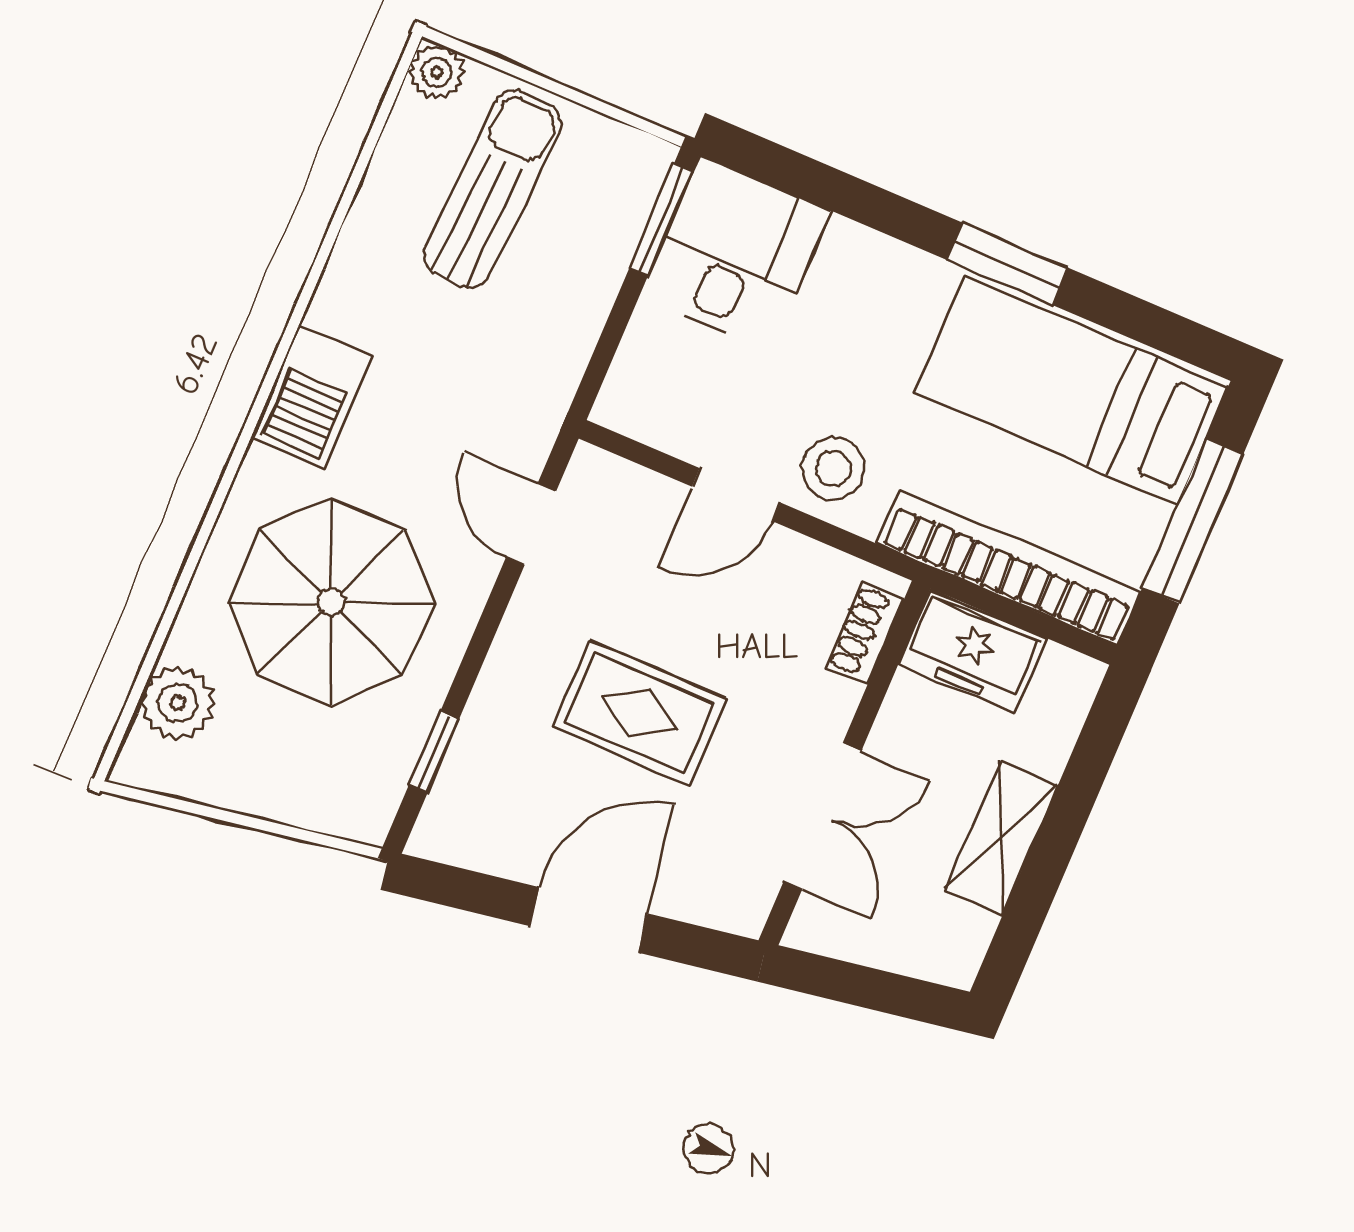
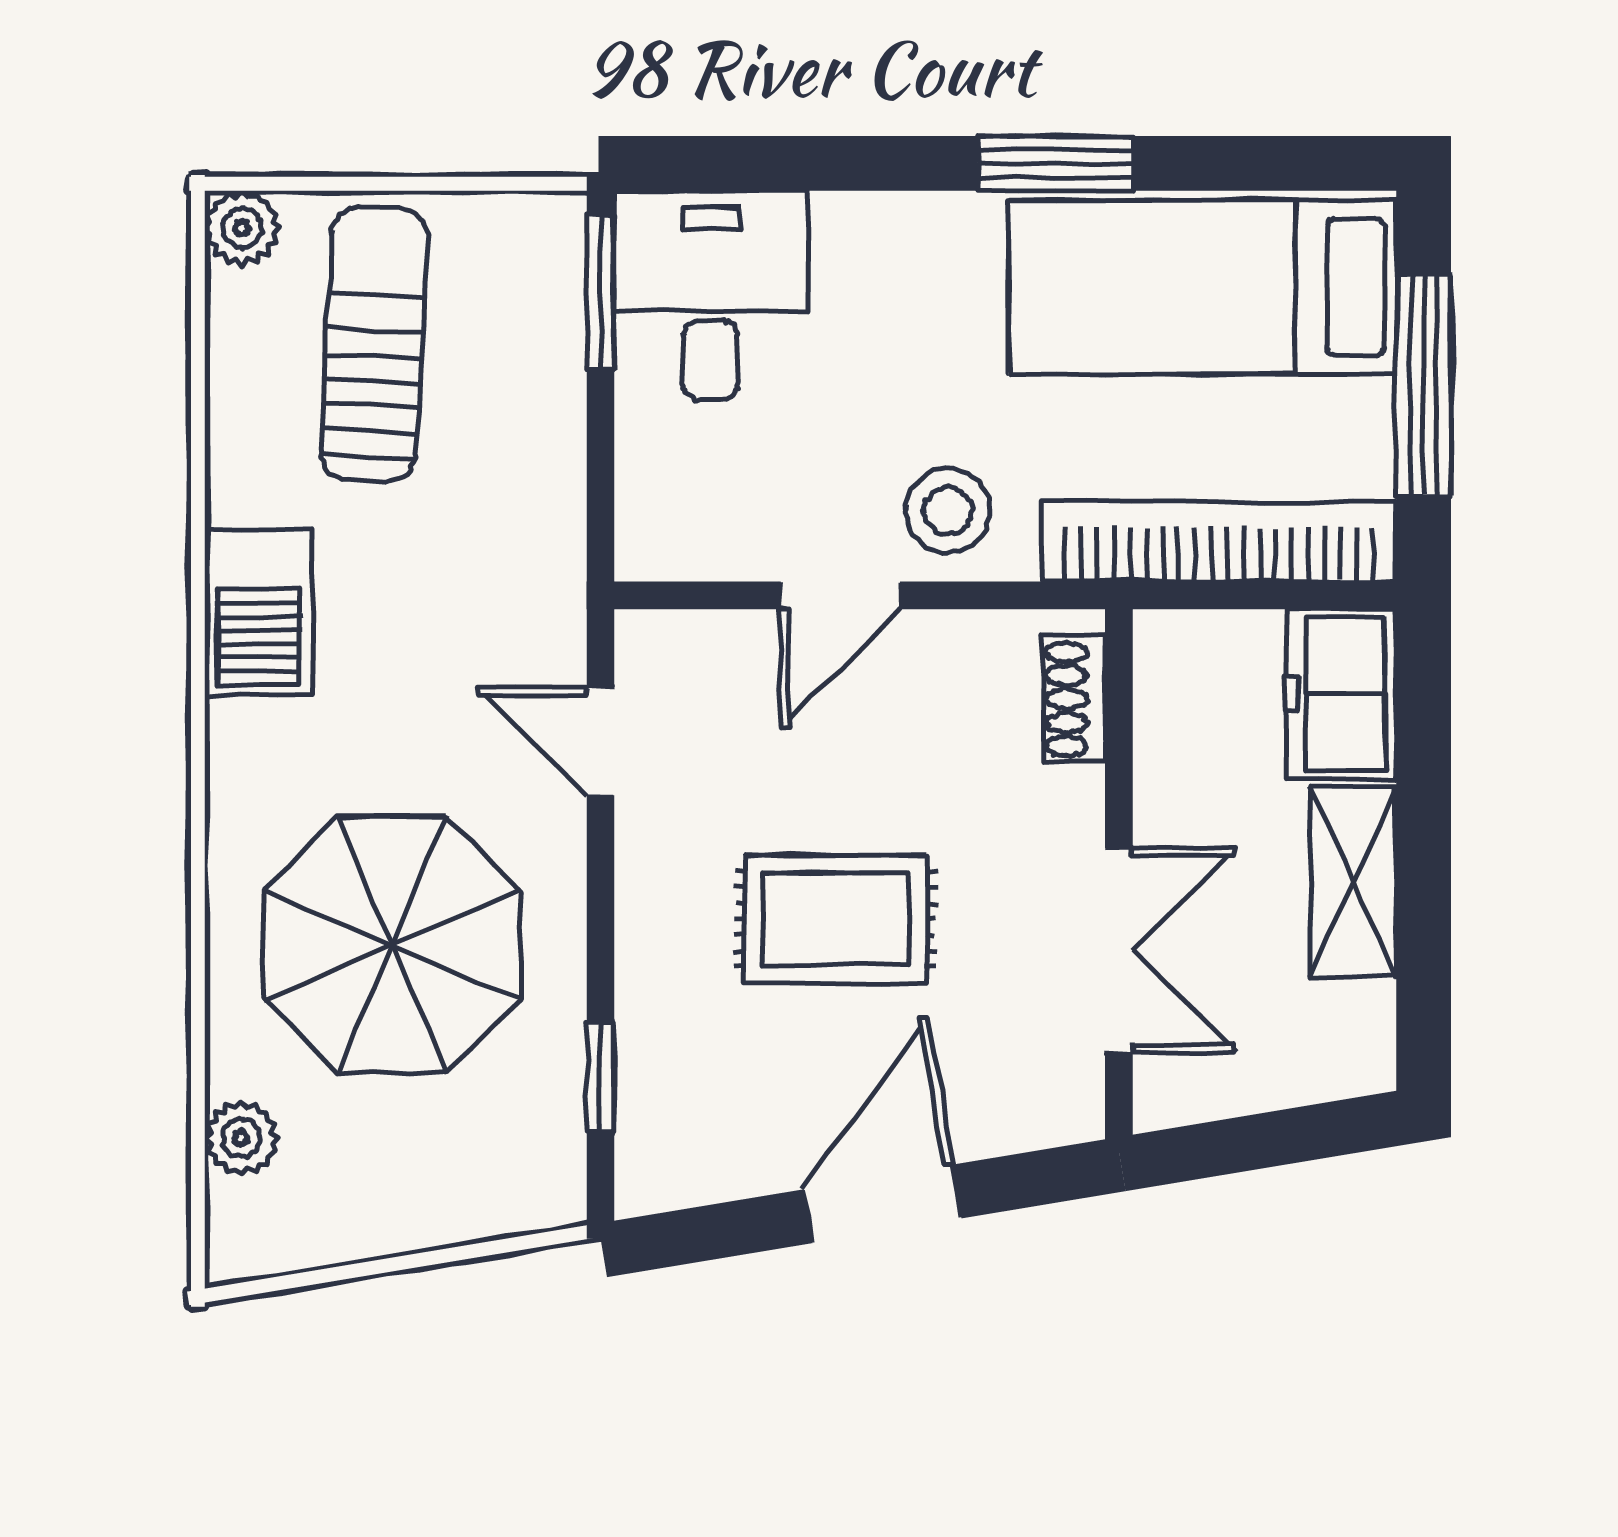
barbecue: (312, 396) -> (259, 612), moved
freezer: (972, 651) -> (1341, 694), moved, turned 90
plant: (178, 703) -> (241, 1138), width x0.73, depth x0.73

